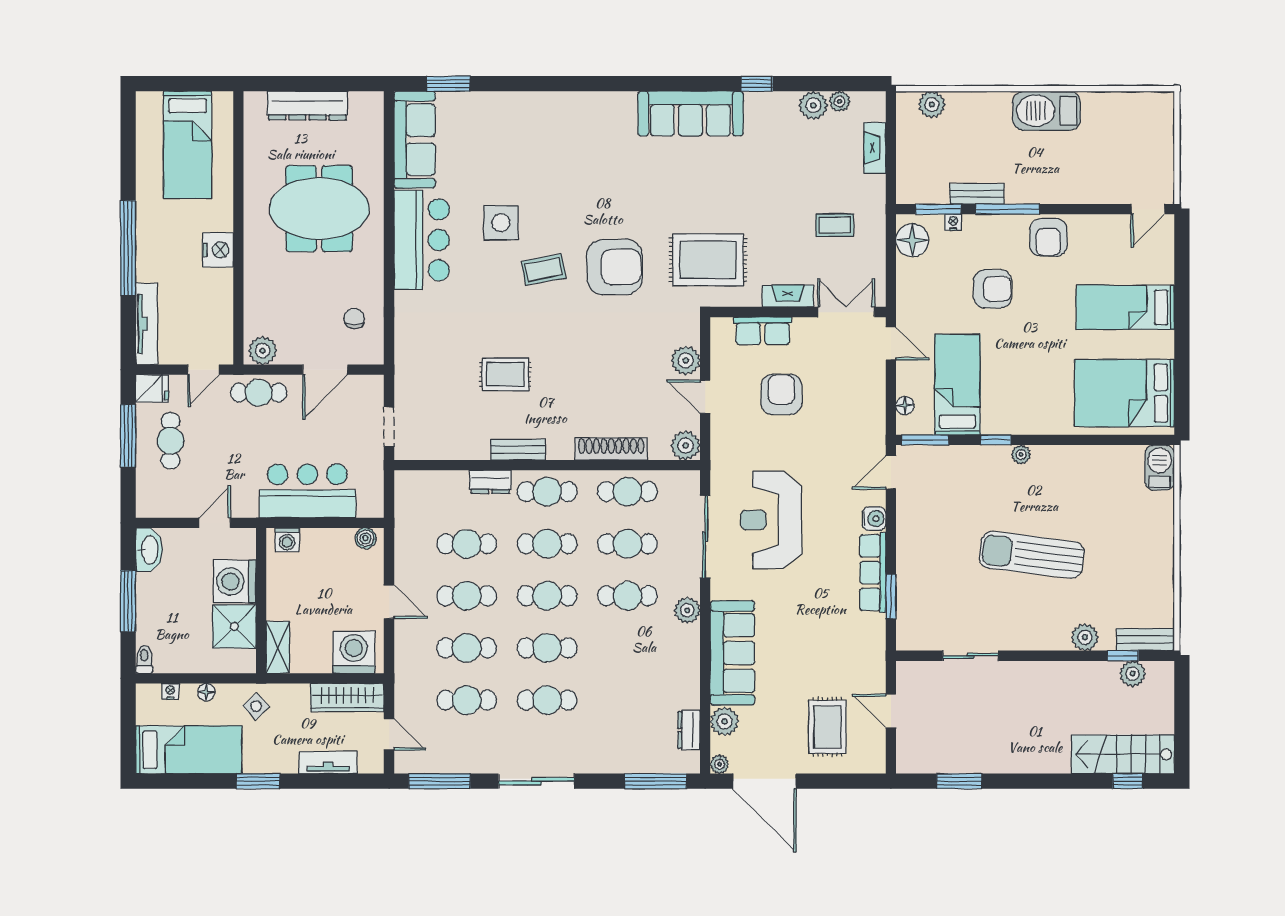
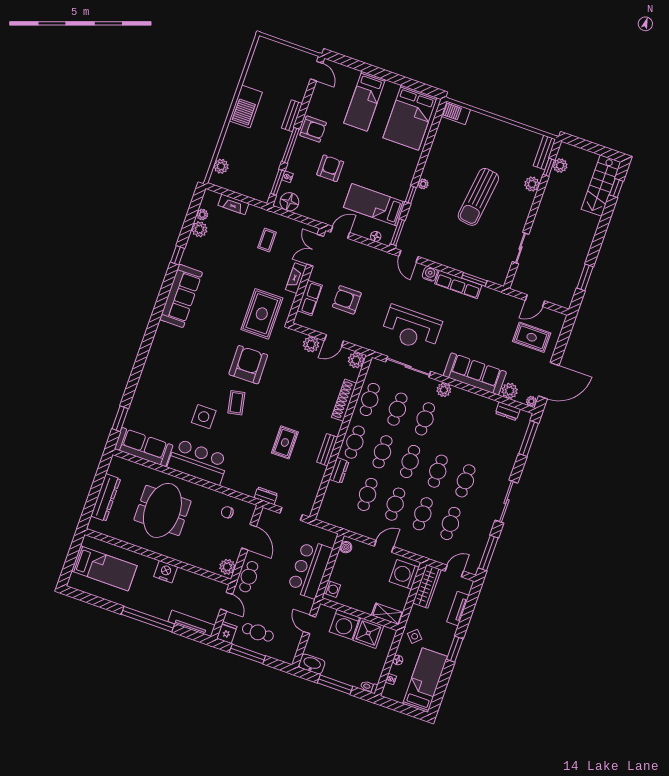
bench: (977, 194) -> (292, 116), moved
dresser: (405, 374) -> (266, 496), added

